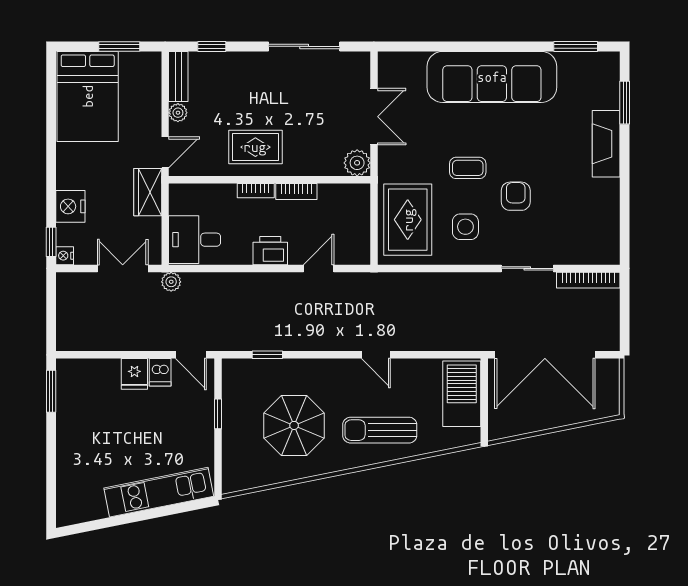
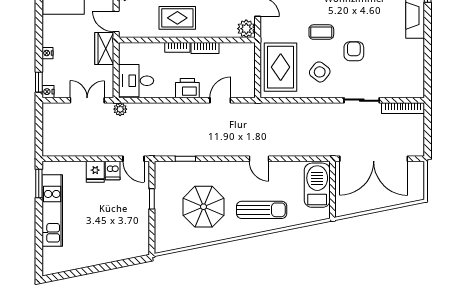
door: (165, 152) -> (116, 21), swing flipped
nightstand: (70, 206) -> (47, 53), width x0.53, depth x0.56
side table: (465, 227) -> (320, 72), turned 38
sun lounger: (380, 430) -> (262, 210), turned 180
kitchen unit: (159, 492) -> (52, 211), moved, turned 101

